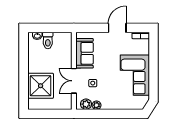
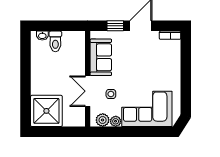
window: (96, 28) -> (115, 26), added
corner sofa: (135, 75) -> (147, 109), moved, turned 90
shower: (41, 86) -> (46, 111), moved

